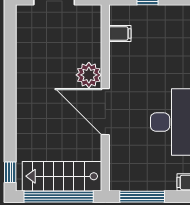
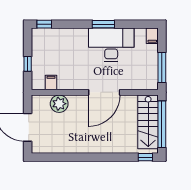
plant: (89, 75) -> (59, 104), moved

